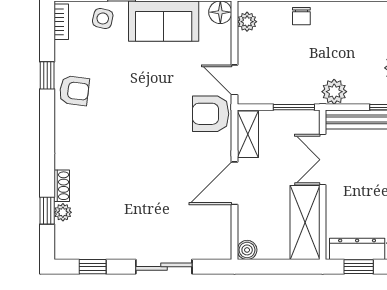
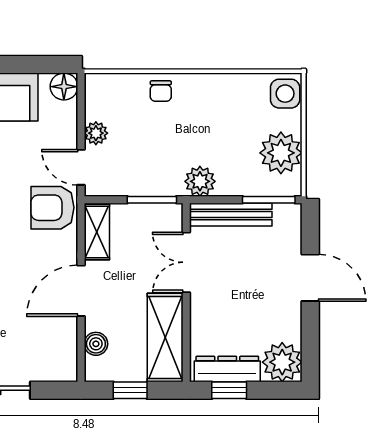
plant: (247, 22) -> (96, 133), moved
boiler: (247, 250) -> (96, 344), moved
window: (276, 267) -> (130, 390), added

